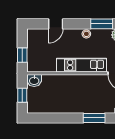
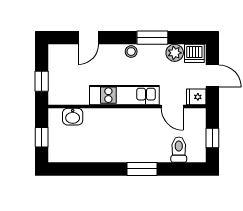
washbasin: (34, 81) -> (73, 117), moved

